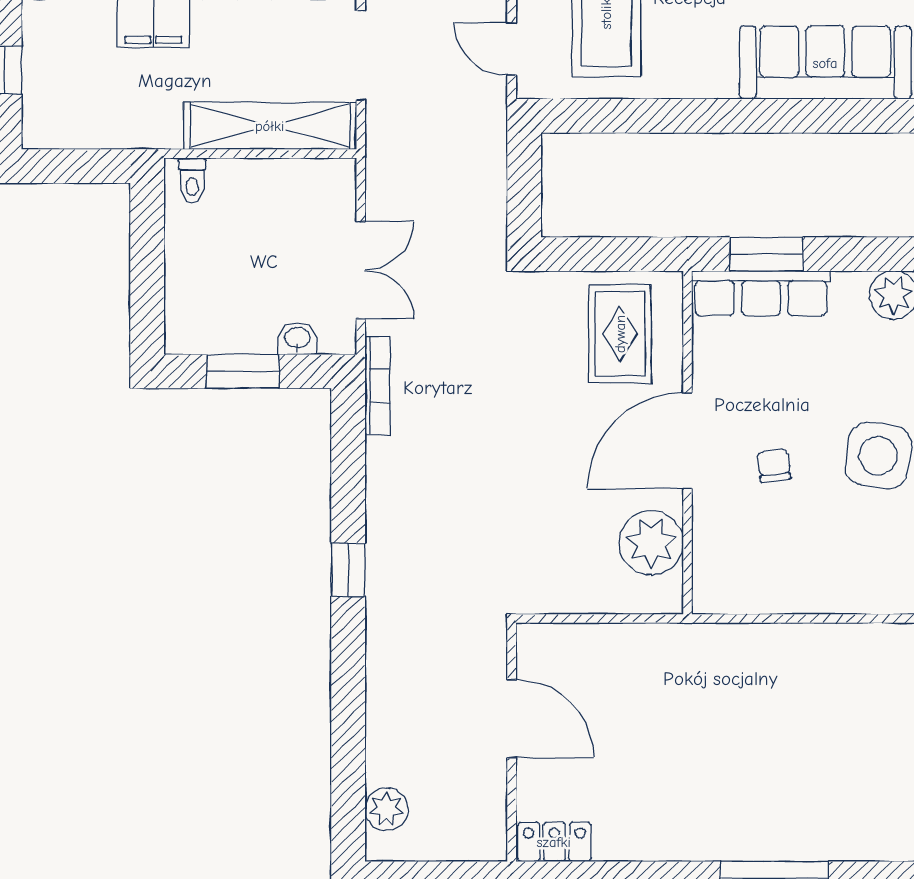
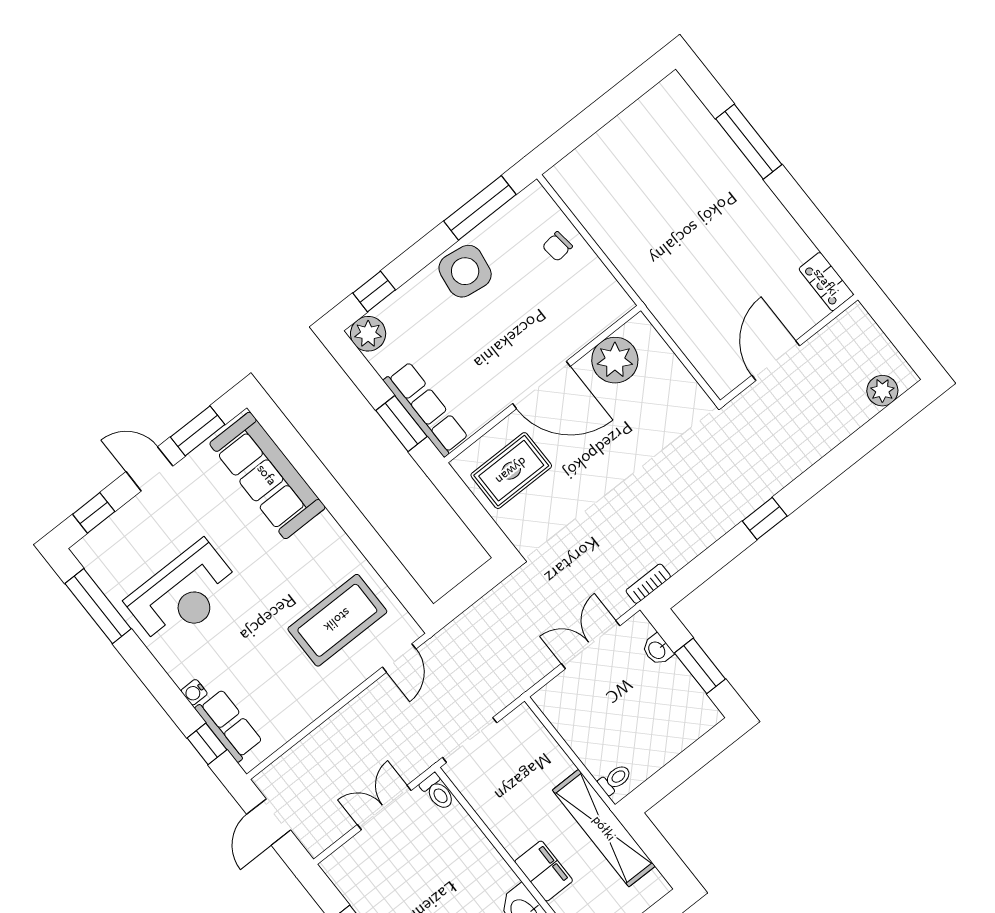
shelving: (270, 126) -> (604, 828), moved
bookcase: (378, 386) -> (648, 584), width x0.64
chair: (774, 465) -> (557, 246), moved

